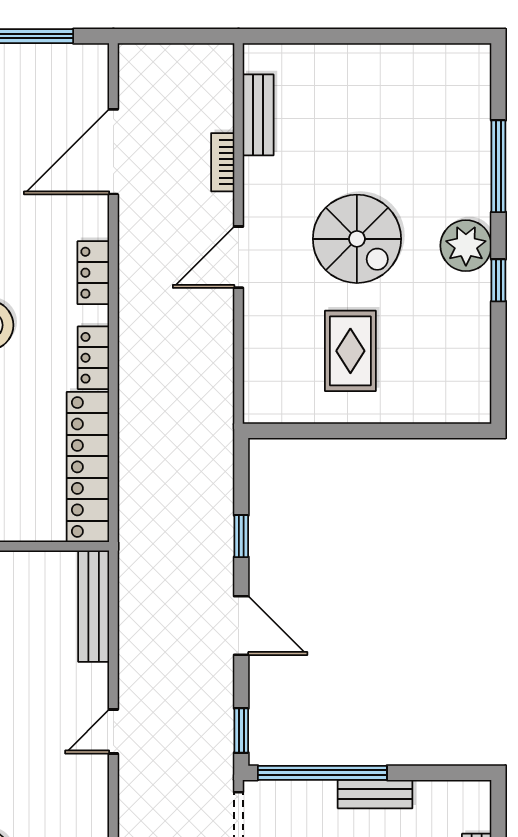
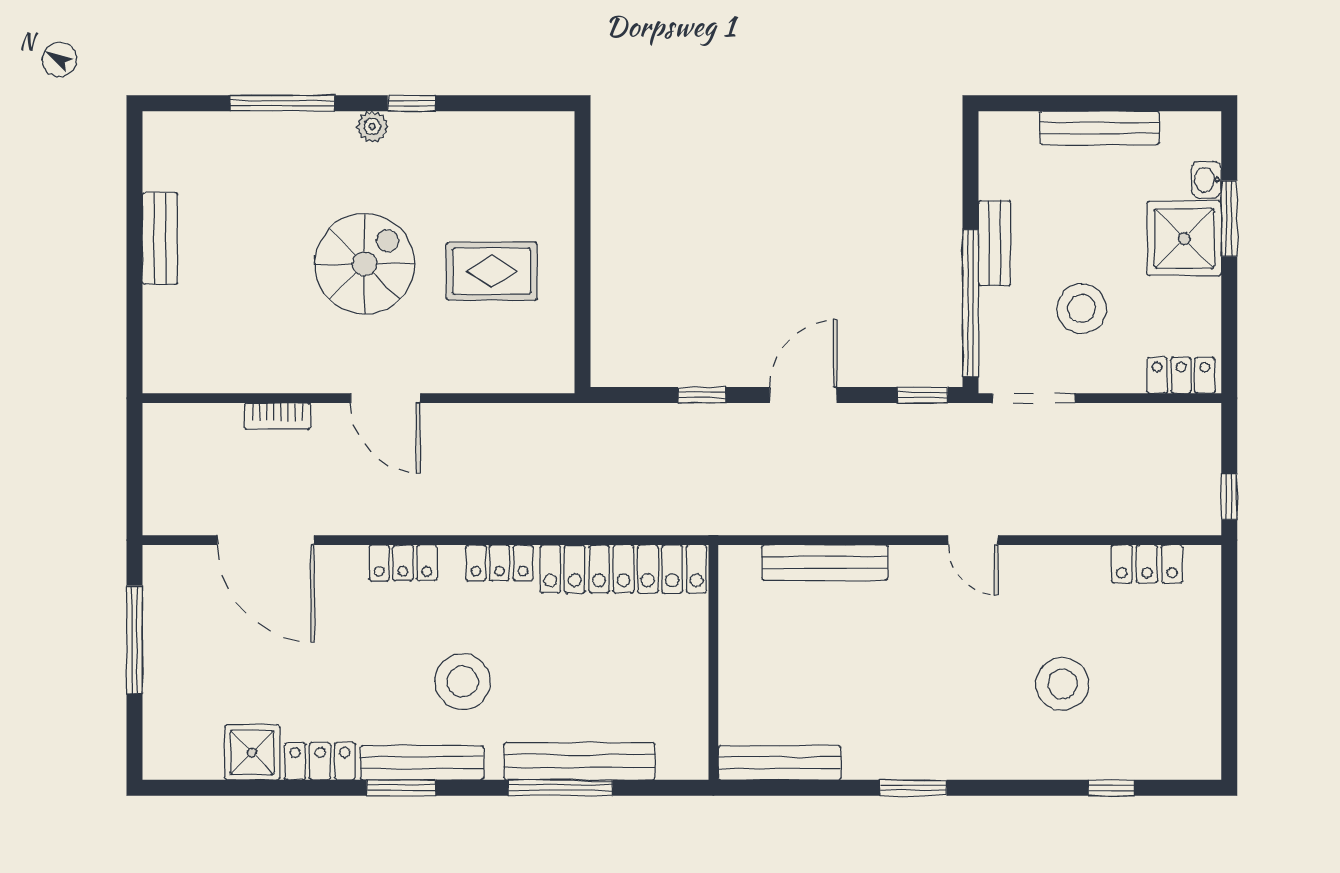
bench: (258, 115) -> (160, 238), moved, turned 90
plant: (466, 246) -> (372, 127), width x0.53, depth x0.53
bench: (94, 606) -> (825, 563), moved
door: (113, 731) -> (973, 540), moved

